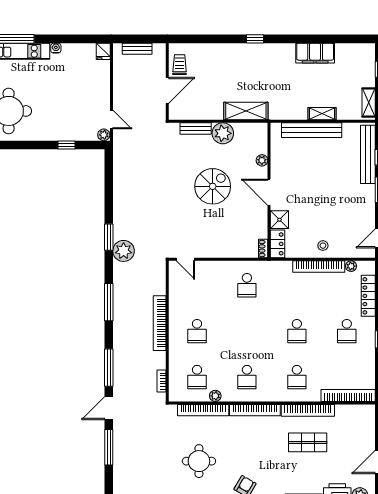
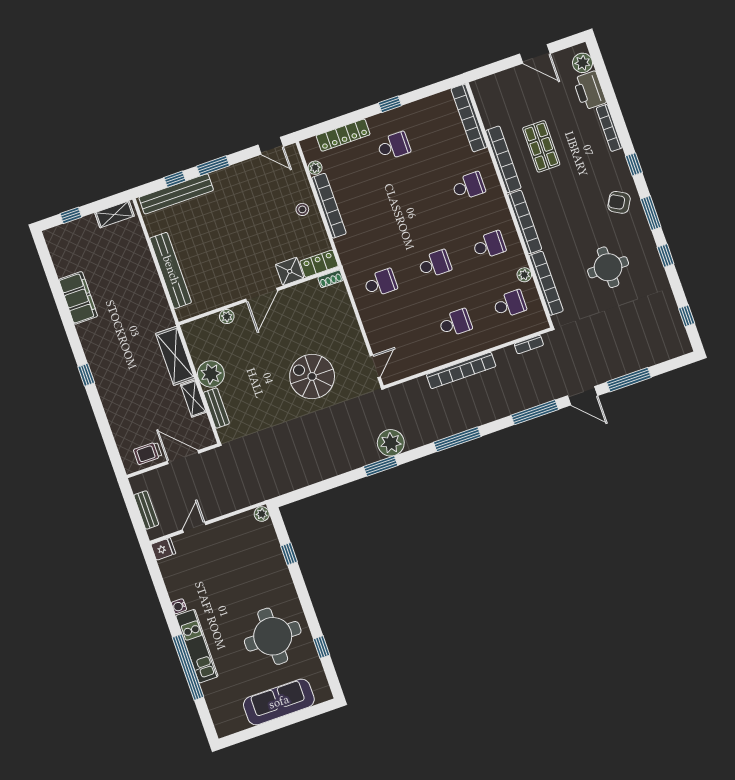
shelving: (322, 114) -> (193, 399), moved
door: (111, 120) -> (194, 527), moved
spiral stairs: (213, 186) -> (312, 376), moved
school desk: (297, 331) -> (435, 264), moved

